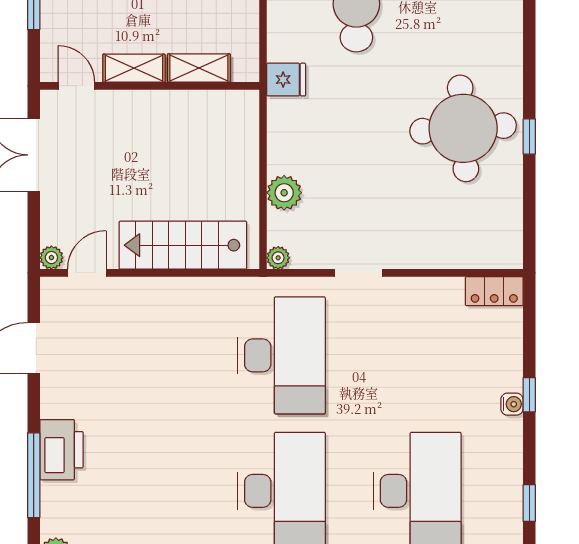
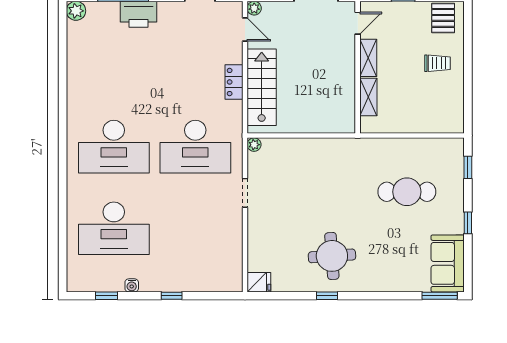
fridge: (286, 80) -> (259, 282), moved, turned -90
round table: (463, 128) -> (332, 256), width x0.73, depth x0.73
plant: (284, 193) -> (293, 148), removed
locker: (494, 291) -> (234, 82), moved
water cooler: (512, 404) -> (132, 285), moved

